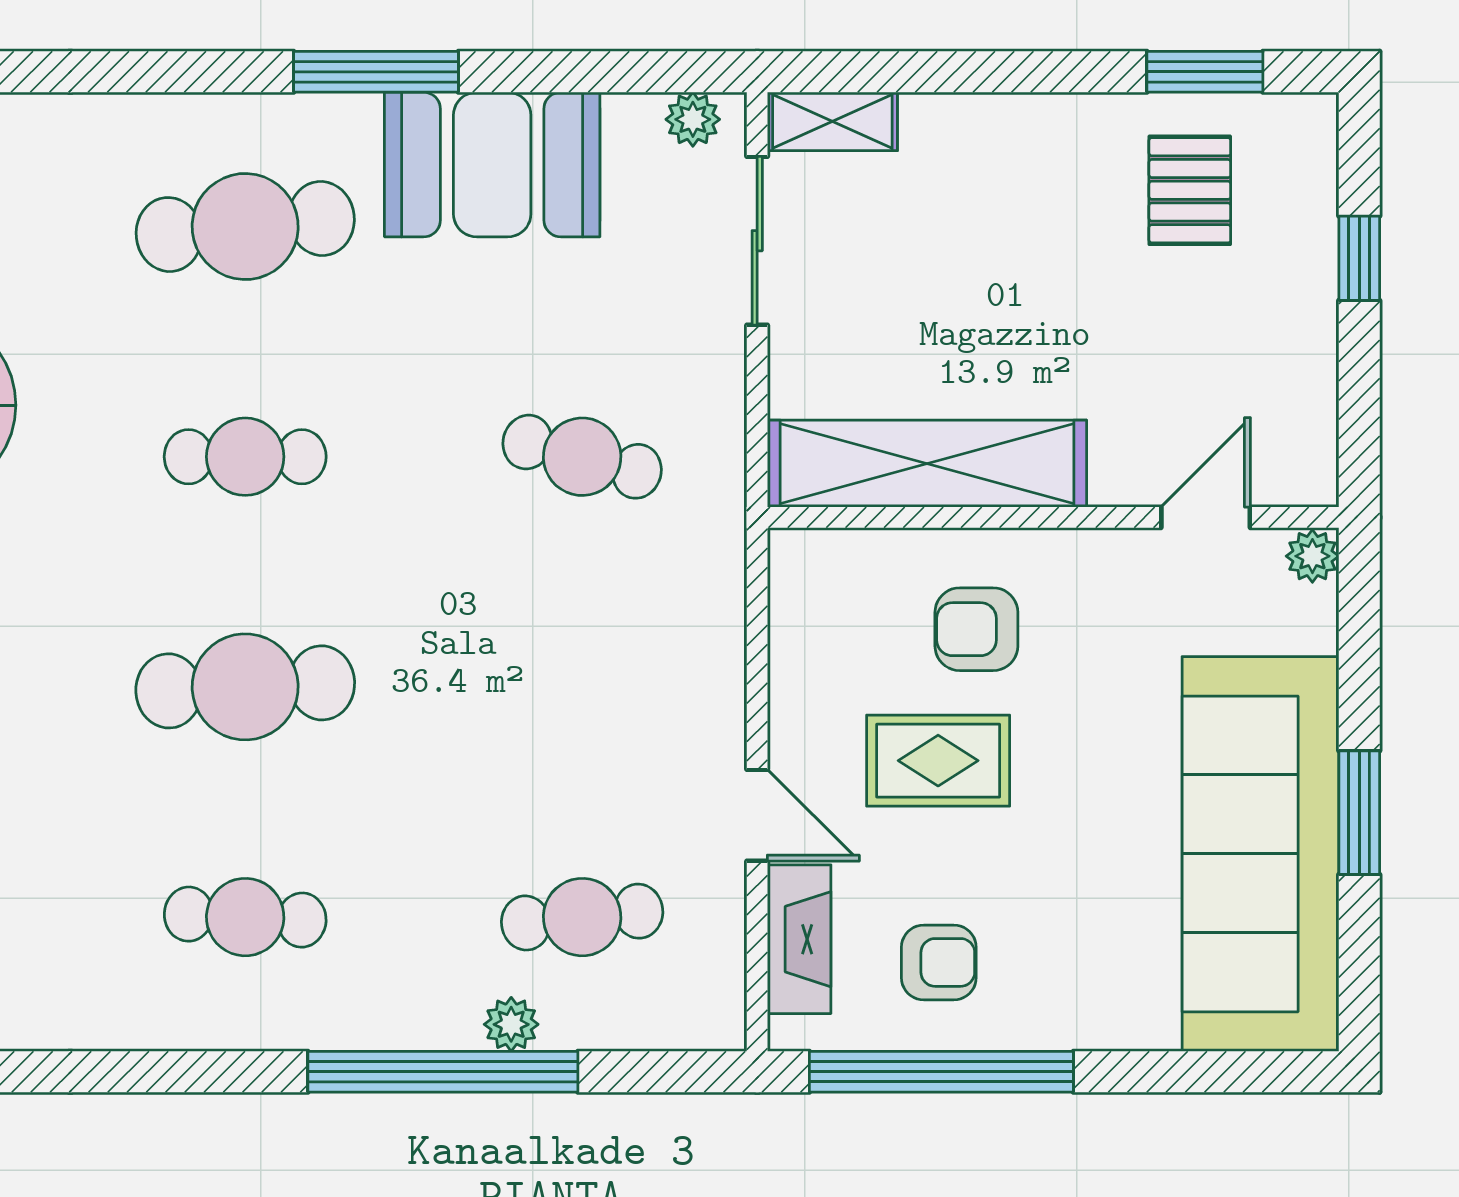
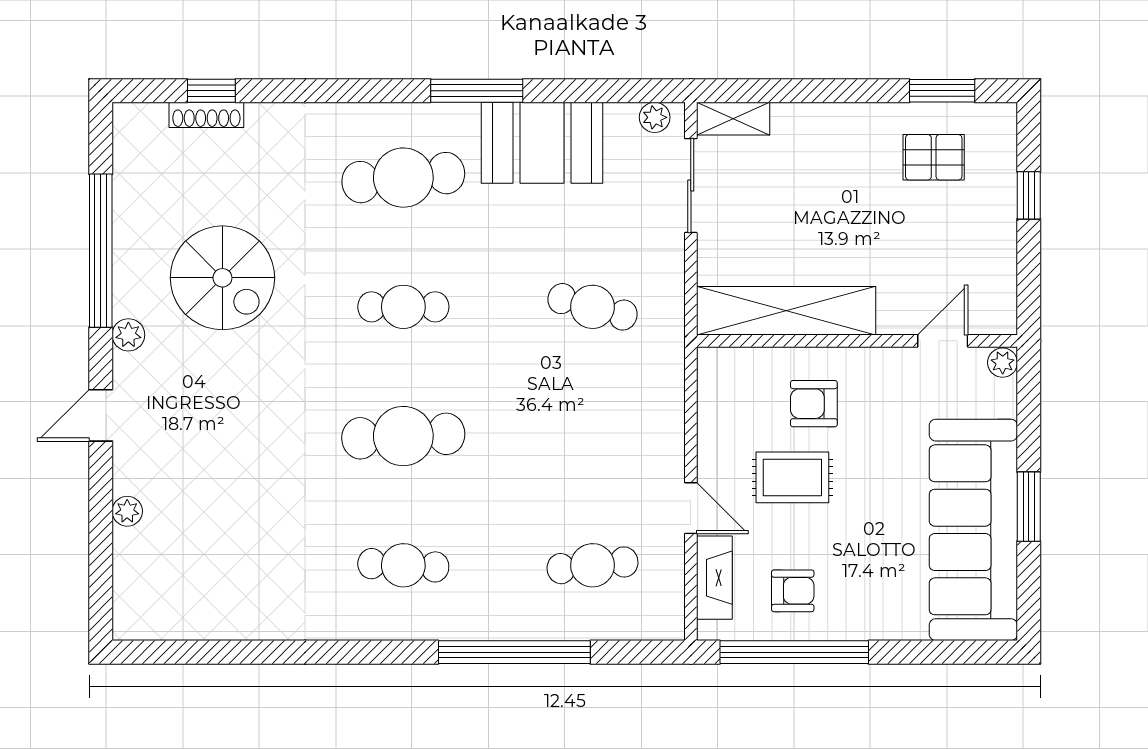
pallet: (1190, 190) -> (934, 157), turned 90
plant: (511, 1024) -> (553, 625), removed

